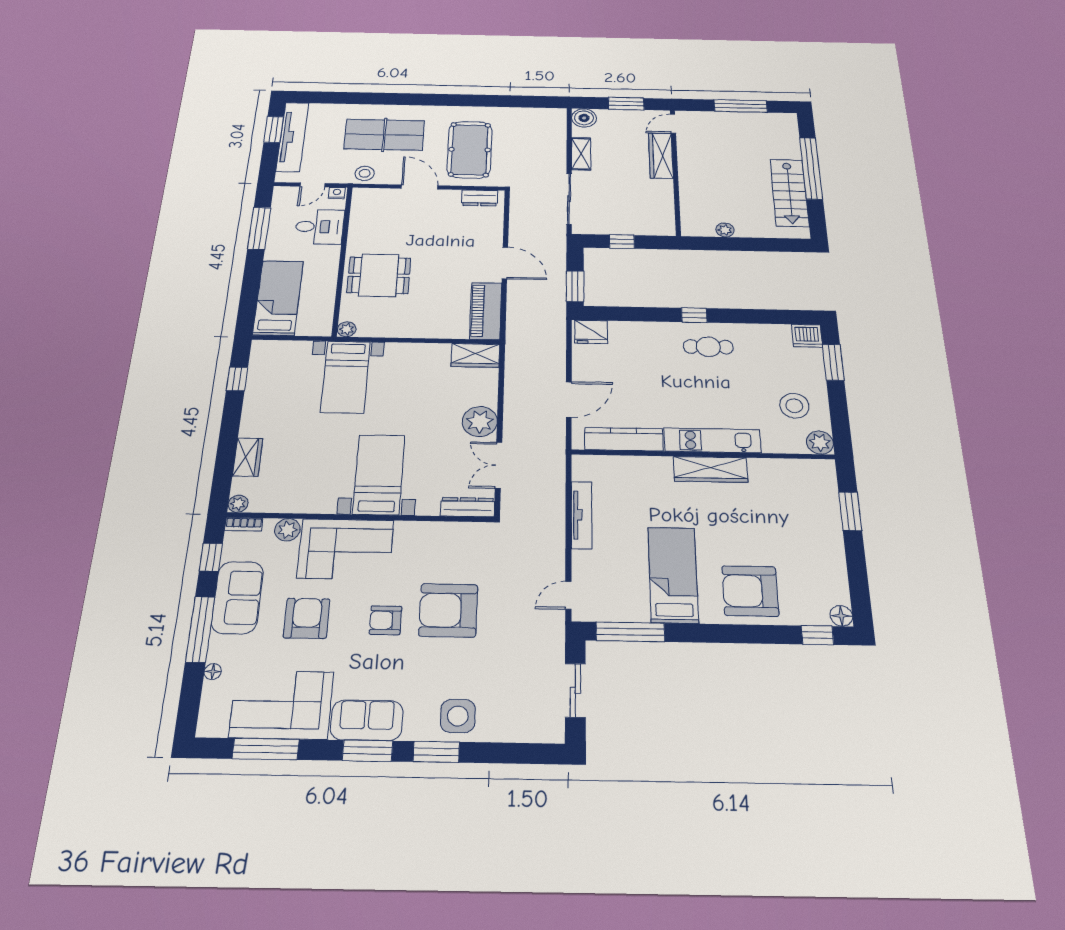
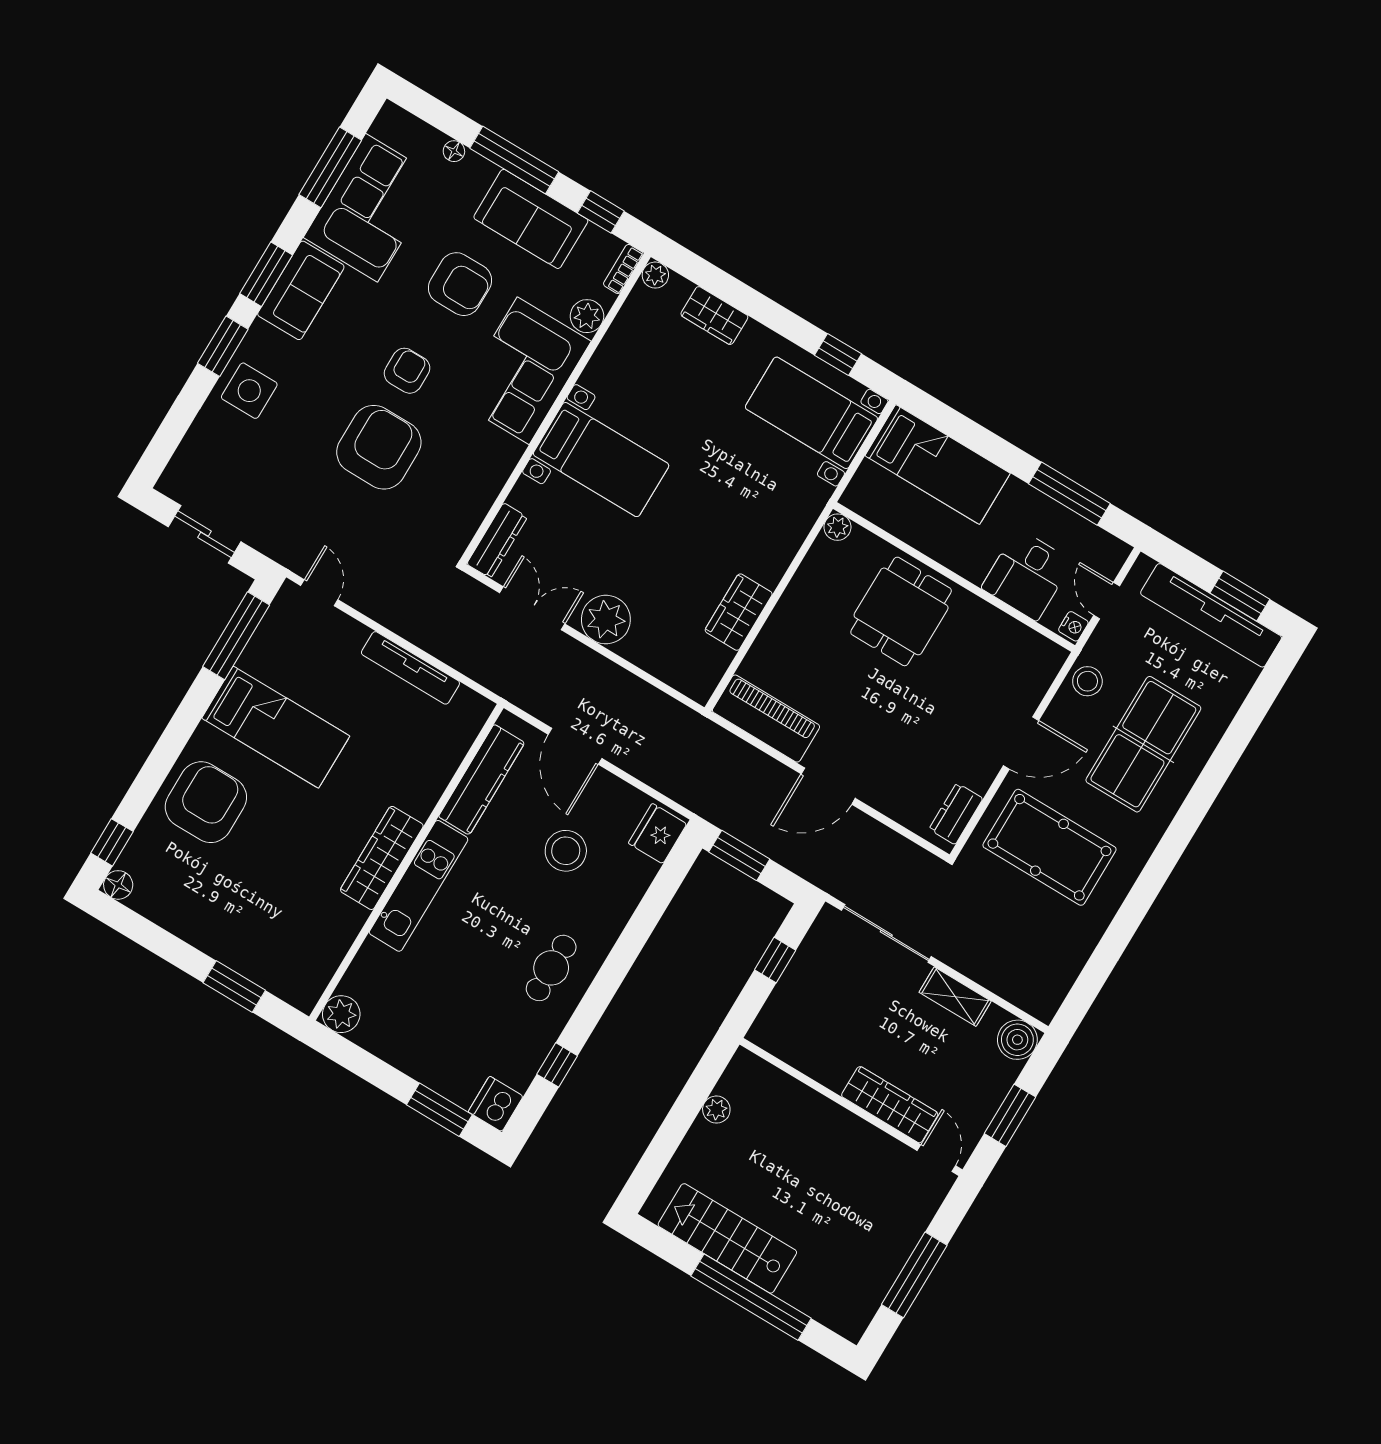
window: (694, 315) -> (557, 1065), moved
wardrobe: (475, 355) -> (739, 612), moved
bed with nightstands: (346, 377) -> (811, 413), moved
stool: (794, 406) -> (566, 851), moved

